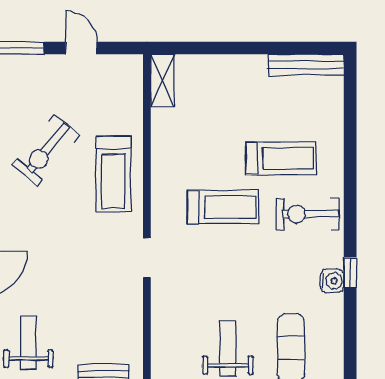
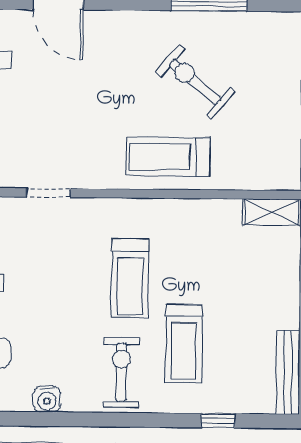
doorway: (147, 258) -> (48, 193), moved
window: (350, 273) -> (218, 421), moved

